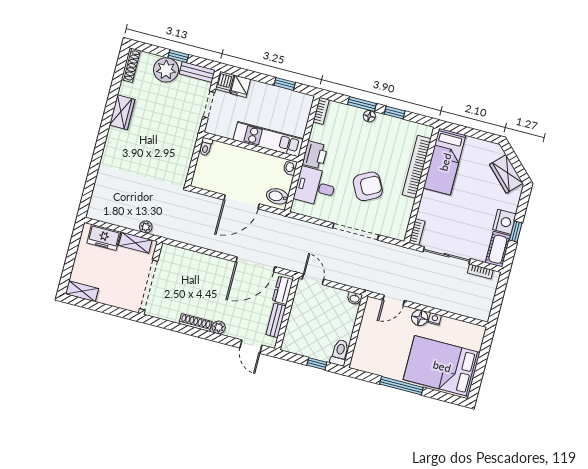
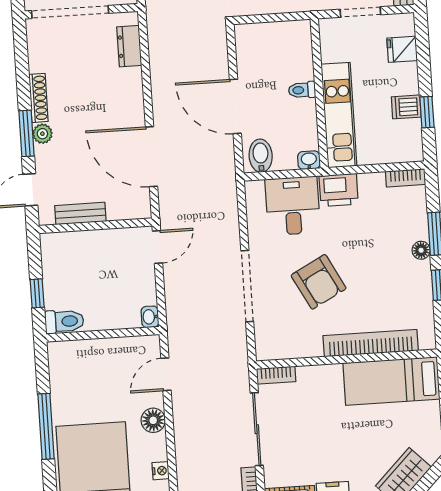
dishwasher: (225, 82) -> (406, 107), moved
toilet: (206, 147) -> (302, 90), moved
dresser: (283, 290) -> (129, 46), moved, turned -90
door: (394, 300) -> (166, 374), hinge flipped
nightstand: (435, 319) -> (161, 471), moved
window: (215, 337) -> (26, 133), added

